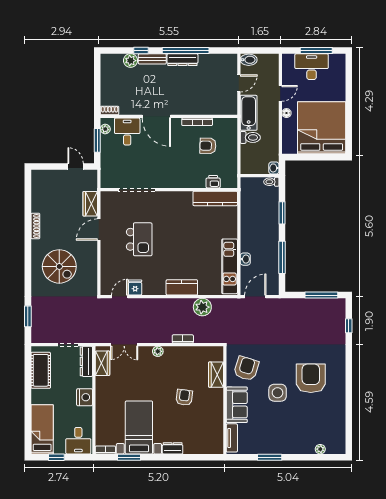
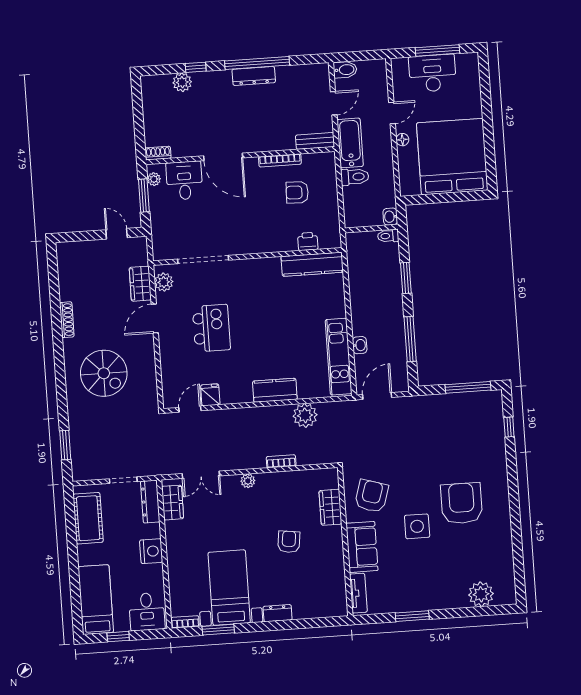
bench: (152, 59) -> (315, 141), moved
plant: (107, 204) -> (164, 282), added
plant: (320, 449) -> (481, 594), width x1.87, depth x1.87

